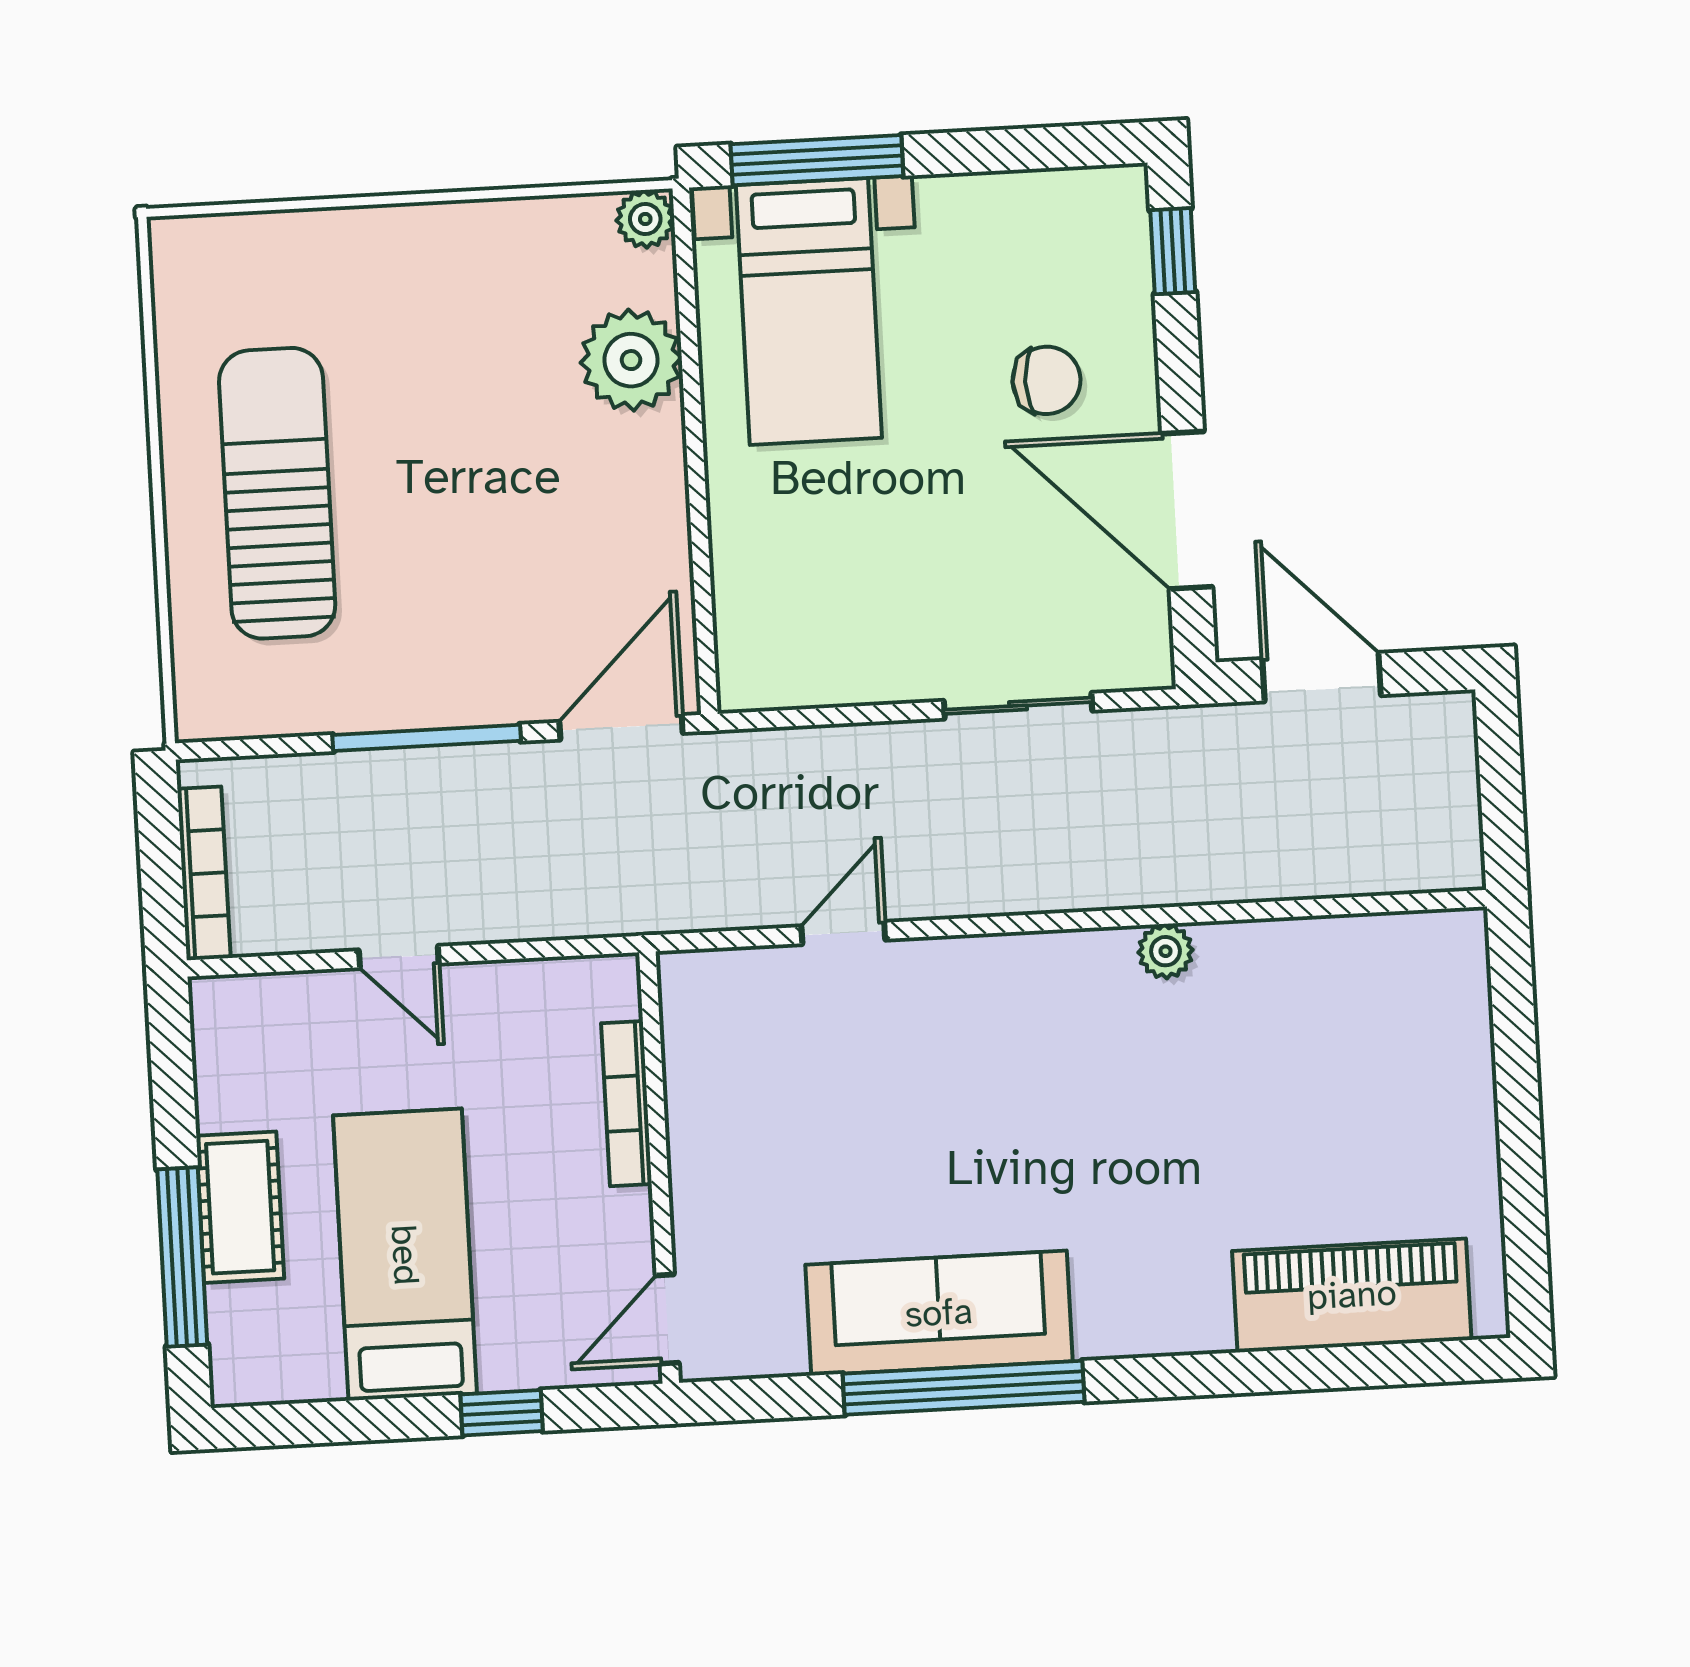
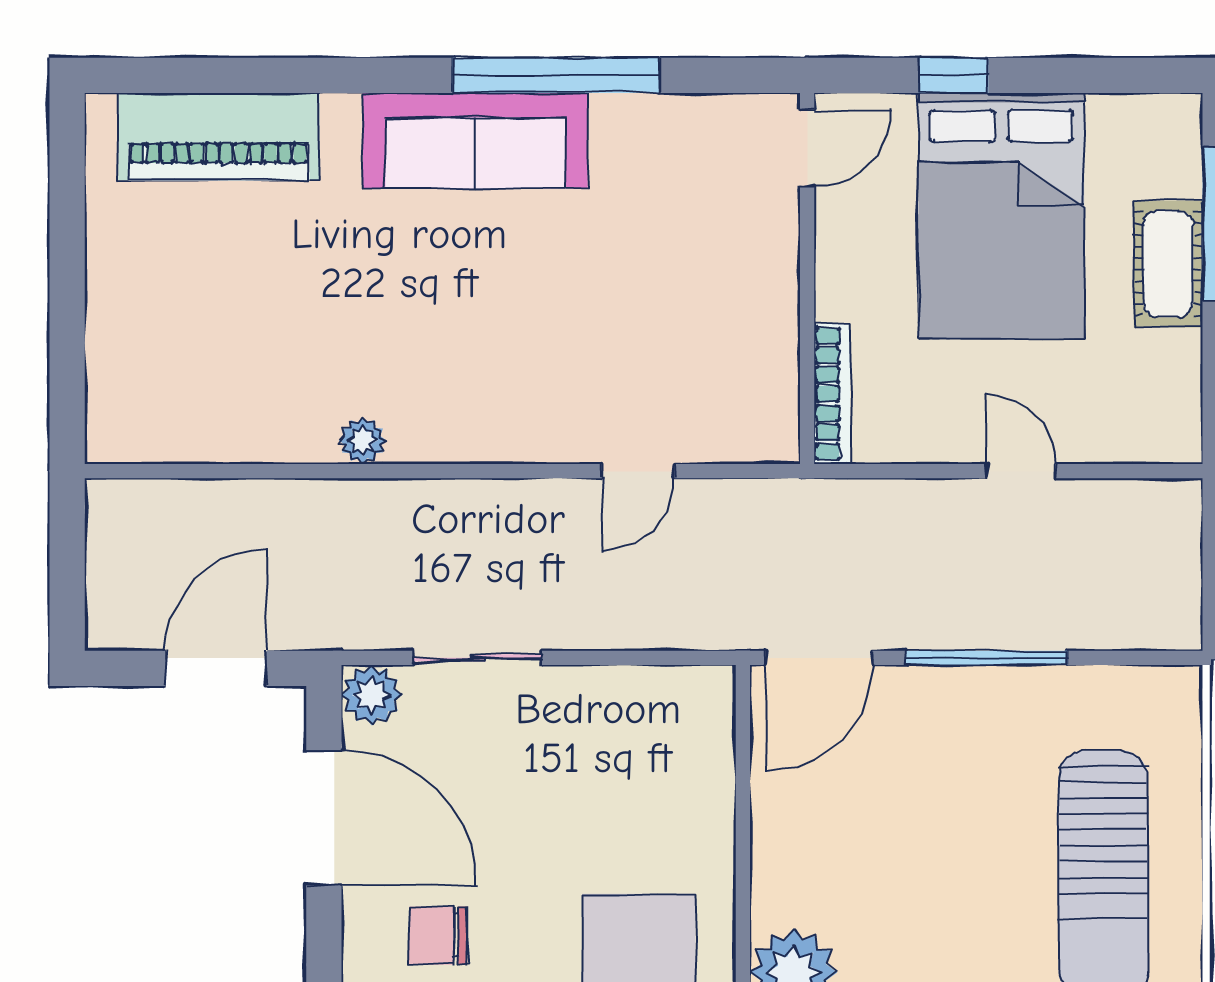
plant: (1139, 656) -> (372, 695), added
door: (1322, 677) -> (216, 668), swing flipped
bookcase: (204, 873) -> (1184, 552), removed
bookcase: (626, 1104) -> (832, 394), moved
bed: (405, 1255) -> (1001, 216), width x1.50
sofa: (939, 1313) -> (475, 141), moved

